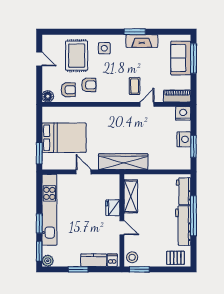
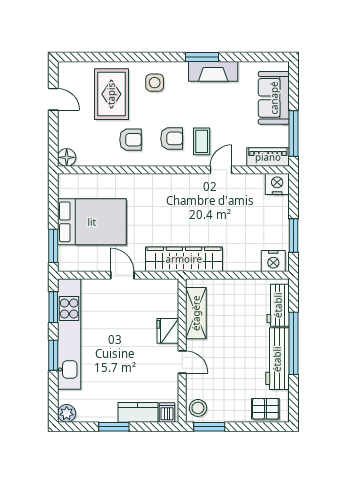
window: (193, 58) -> (293, 133), moved
armchair: (68, 90) -> (172, 138), moved
nightstand: (184, 139) -> (273, 261), moved, turned 90
window: (39, 251) -> (53, 307), moved

